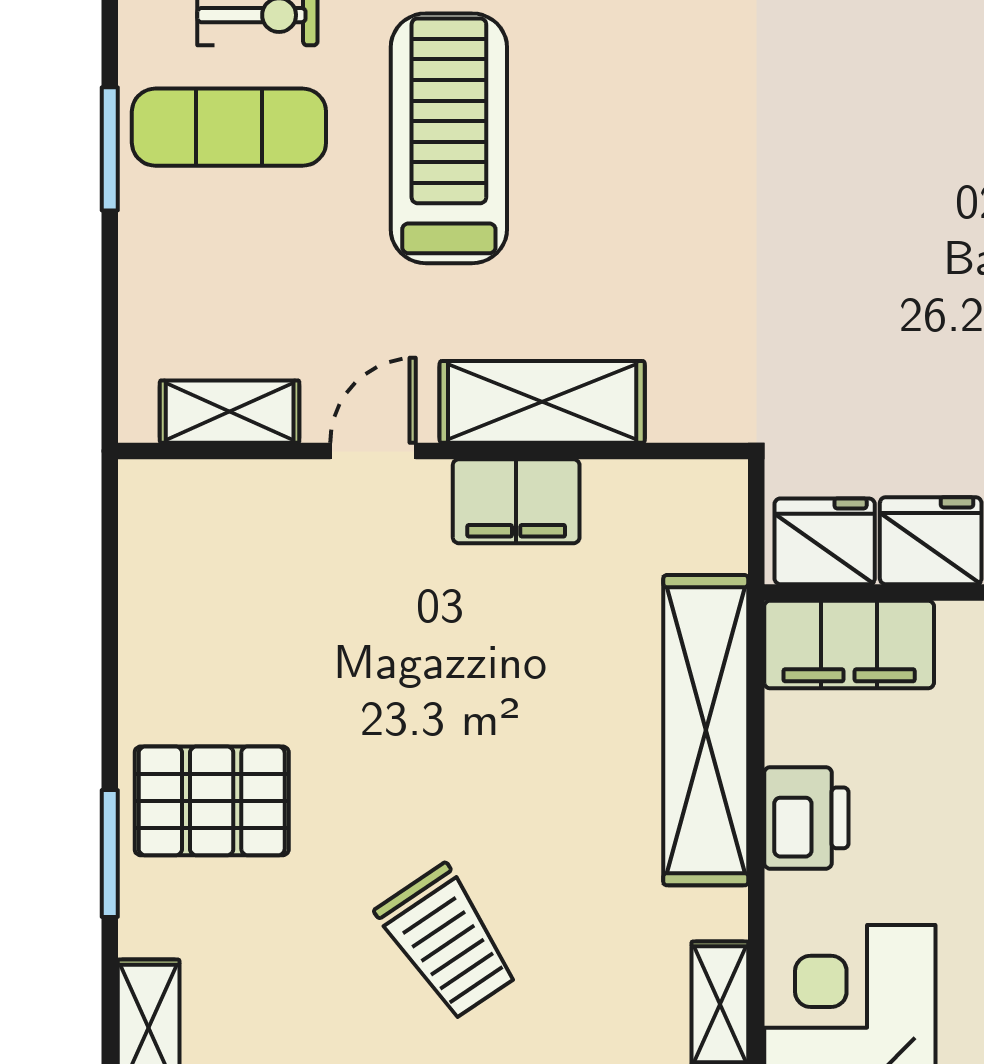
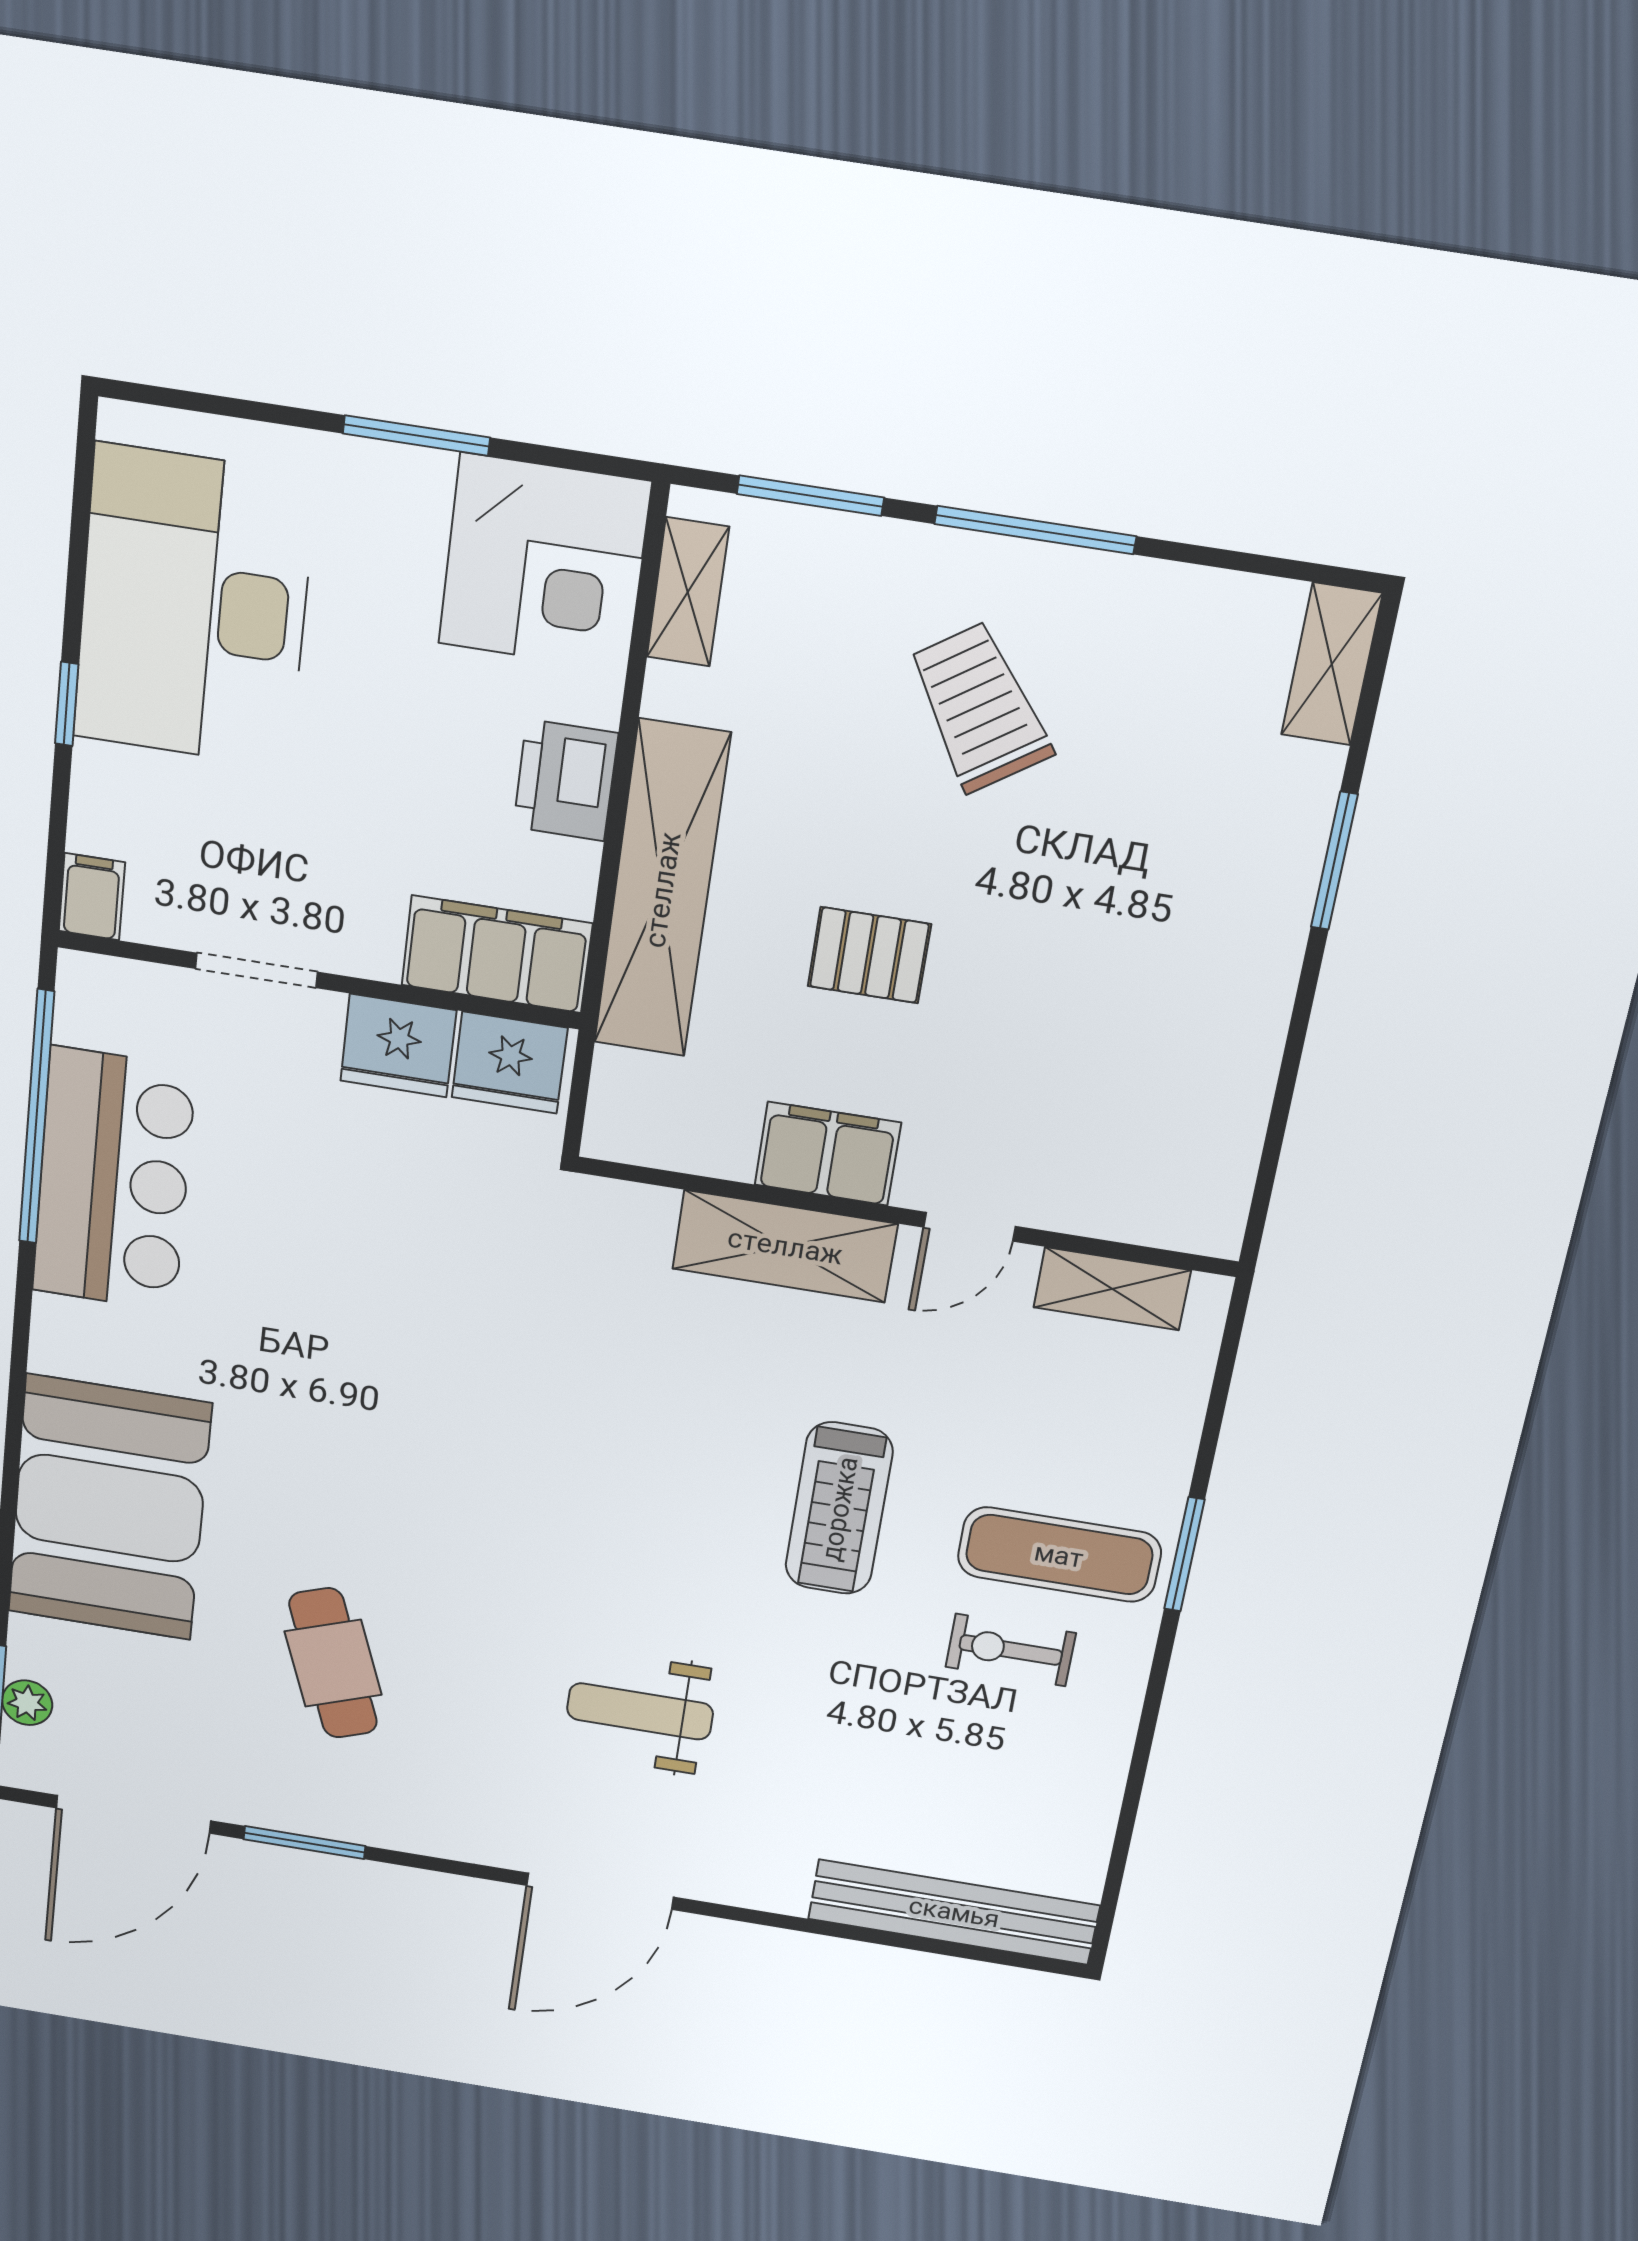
treadmill: (449, 138) -> (839, 1509), width x0.73, depth x0.73
pallet: (212, 801) -> (869, 955), moved, width x0.67, depth x0.71

